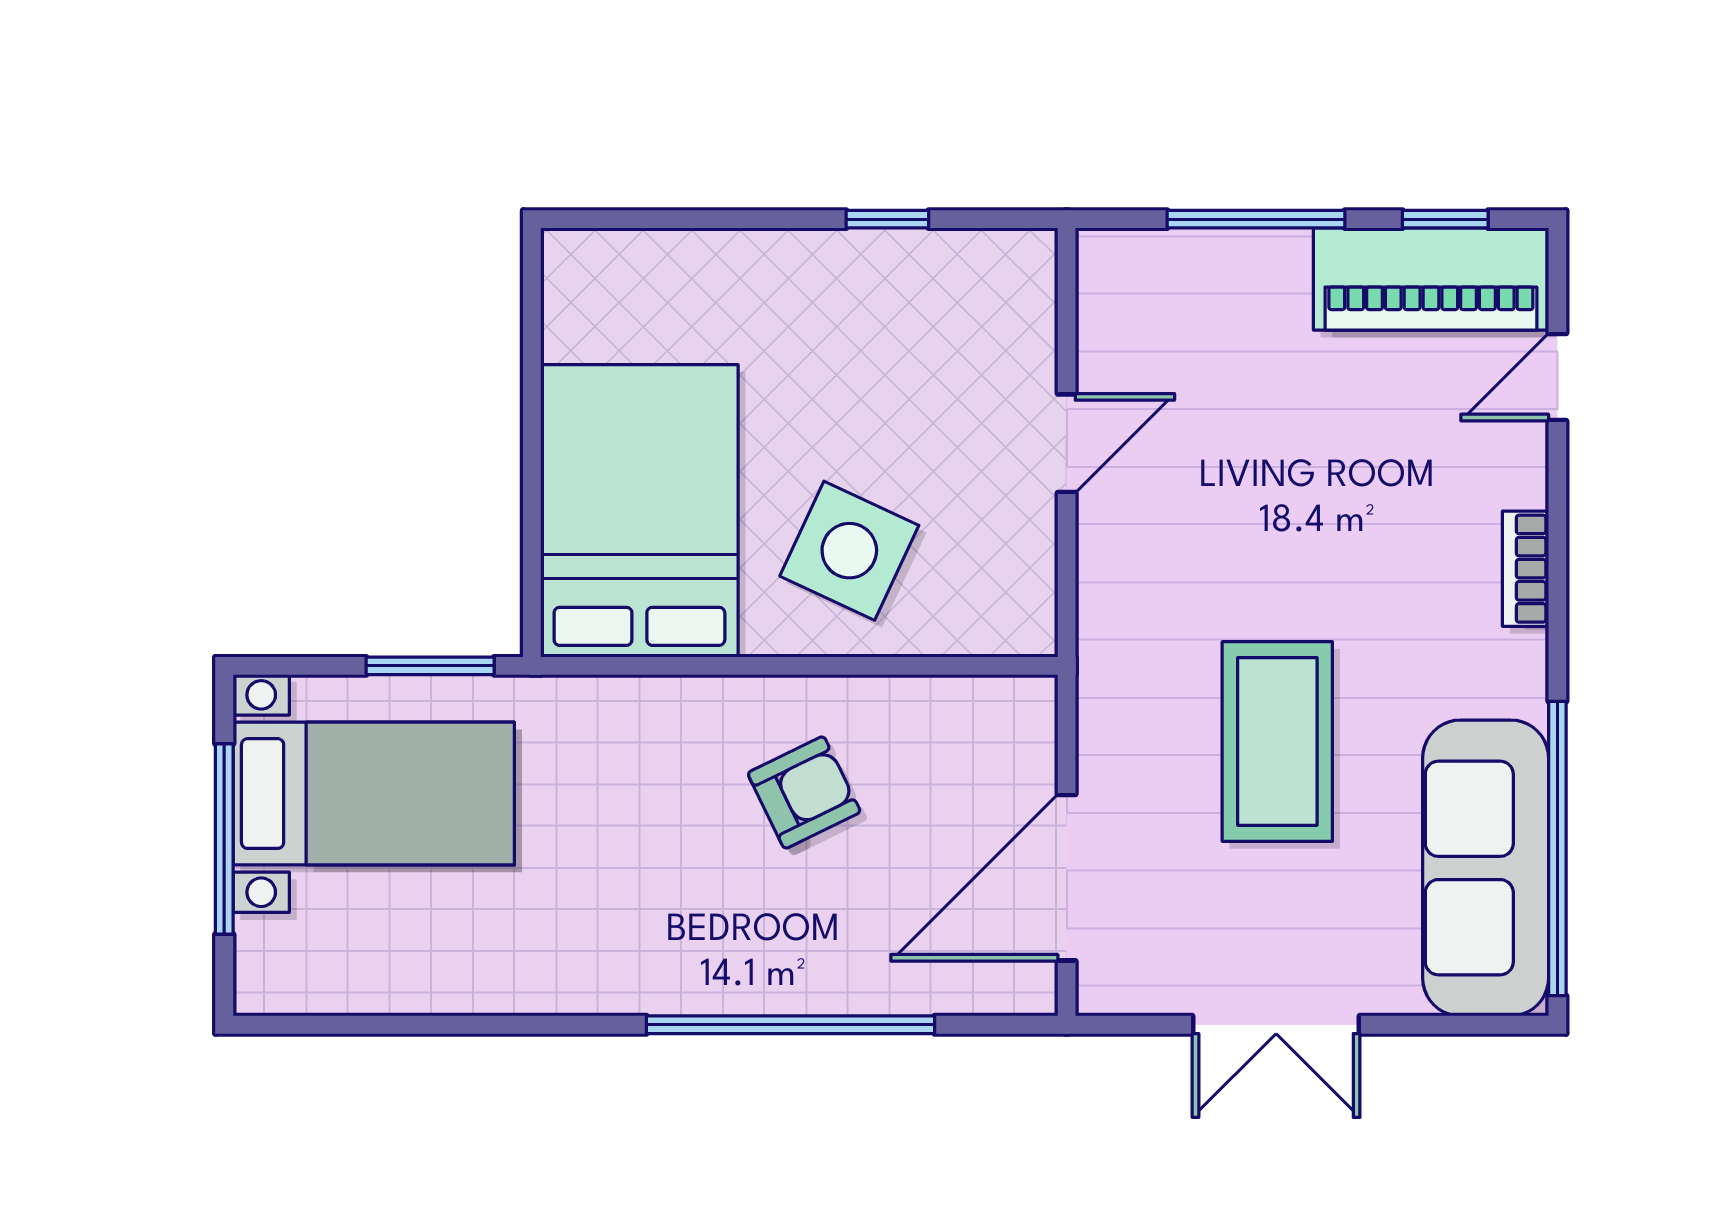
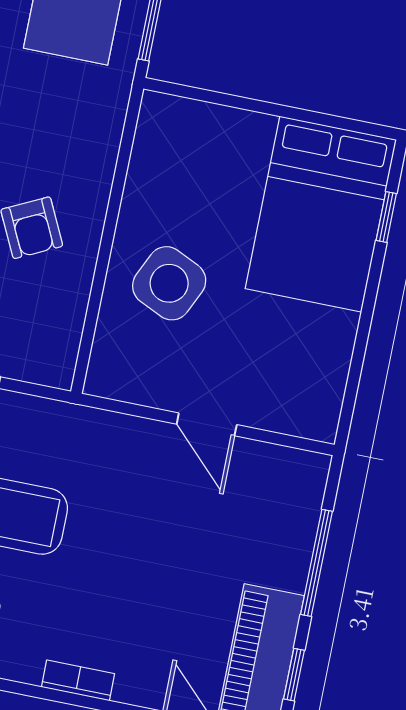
window: (887, 219) -> (386, 217), moved
bed: (639, 511) -> (321, 214), moved, turned 90

